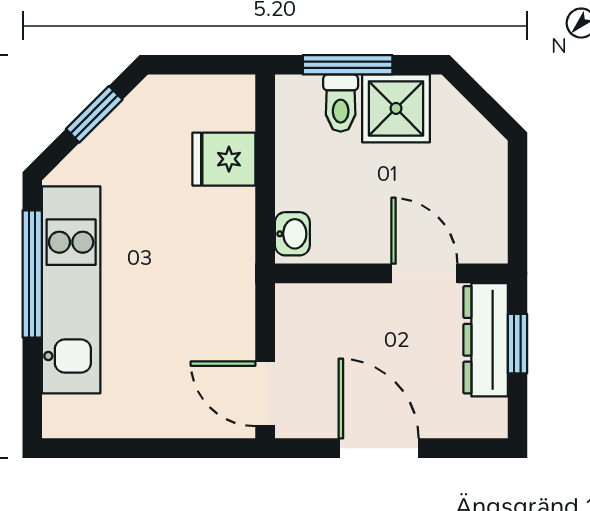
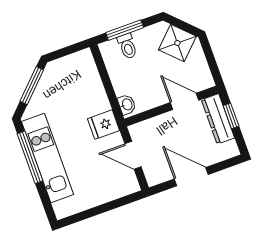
shower: (396, 108) -> (177, 43), moved, turned 45
window: (94, 114) -> (32, 86), width x1.50
fridge: (224, 159) -> (104, 125), moved
door: (265, 394) -> (133, 155), moved

